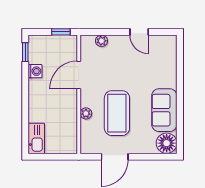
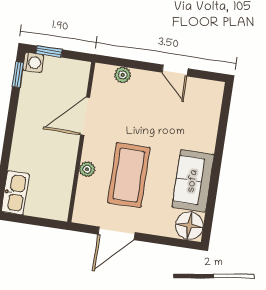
window: (61, 32) -> (49, 51), moved
washing machine: (35, 71) -> (33, 63), moved

